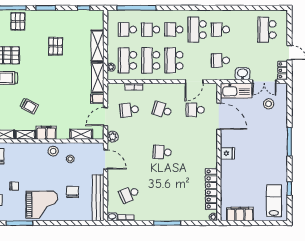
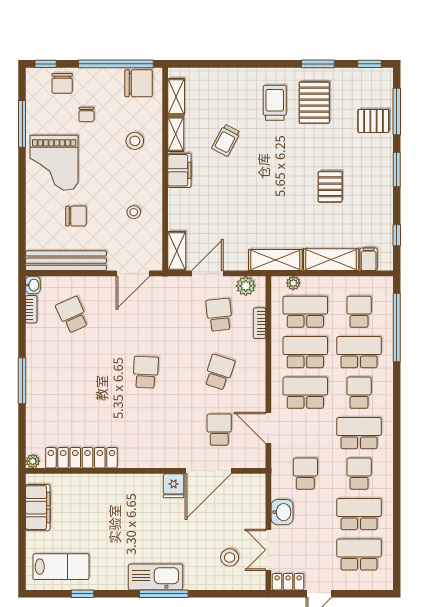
school desk: (151, 30) -> (359, 352), width x1.85
school desk: (244, 30) -> (359, 514), added
pallet: (56, 46) -> (330, 187), turned 90
kitchen sink: (236, 91) -> (156, 577), moved, turned 90
filing cabinet: (97, 99) -> (369, 259), moved
door: (105, 117) -> (207, 273), hinge flipped
shelving: (81, 134) -> (177, 251), moved
plant: (113, 137) -> (246, 286), moved
stool: (53, 151) -> (135, 141), moved
fridge: (227, 153) -> (174, 486), moved

